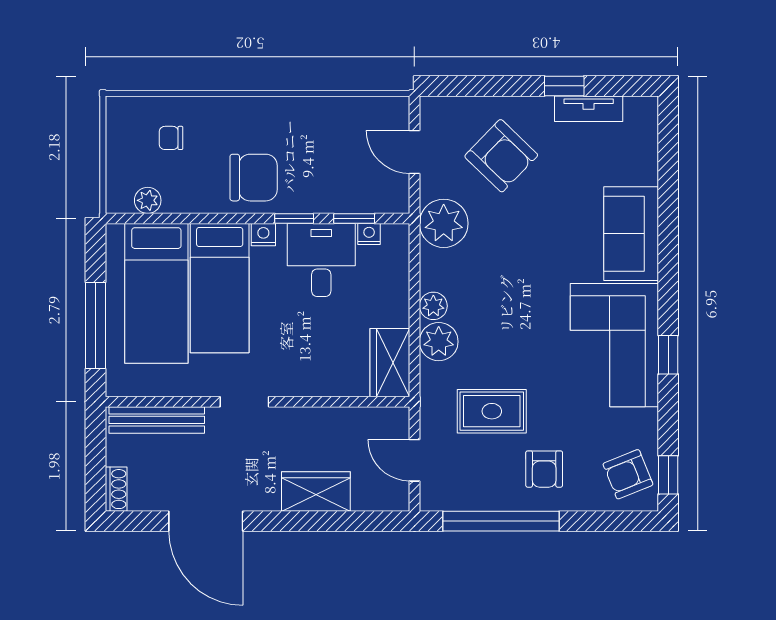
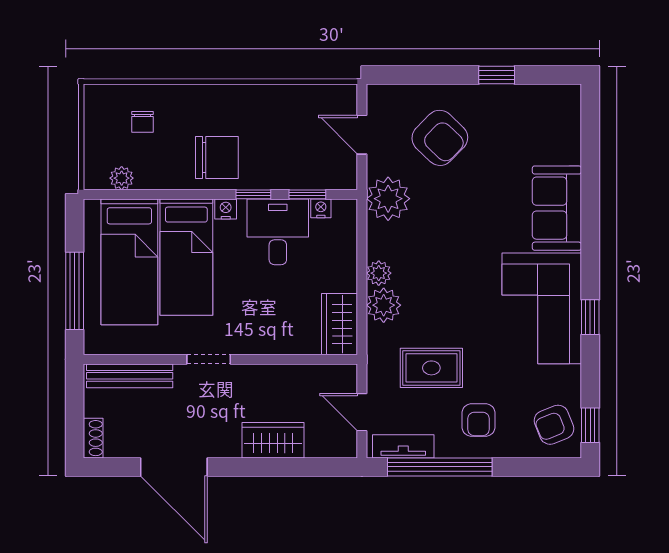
tv unit: (589, 109) -> (403, 446), moved, turned 180
chair: (171, 138) -> (143, 122), turned -90

